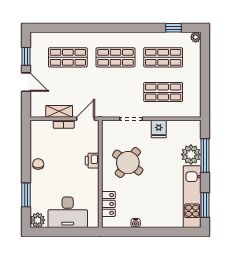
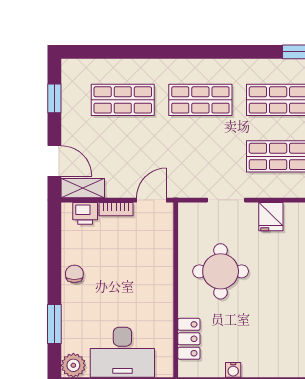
door: (26, 82) -> (54, 161), moved
shelving: (59, 111) -> (83, 188), moved
printer: (92, 161) -> (85, 213), moved, turned -90
round table: (128, 163) -> (221, 271), turned -37

